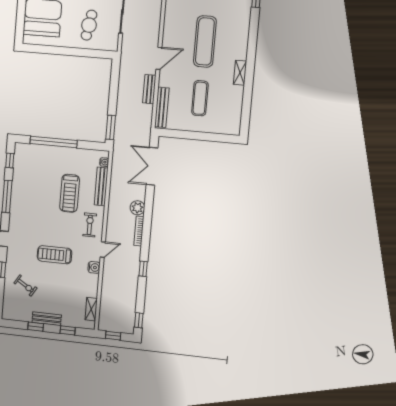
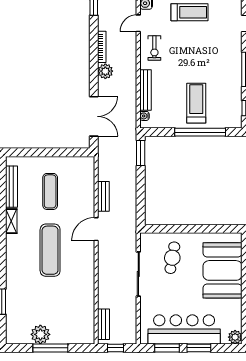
bench: (162, 107) -> (11, 187), moved
treadmill: (70, 193) -> (196, 103), moved

